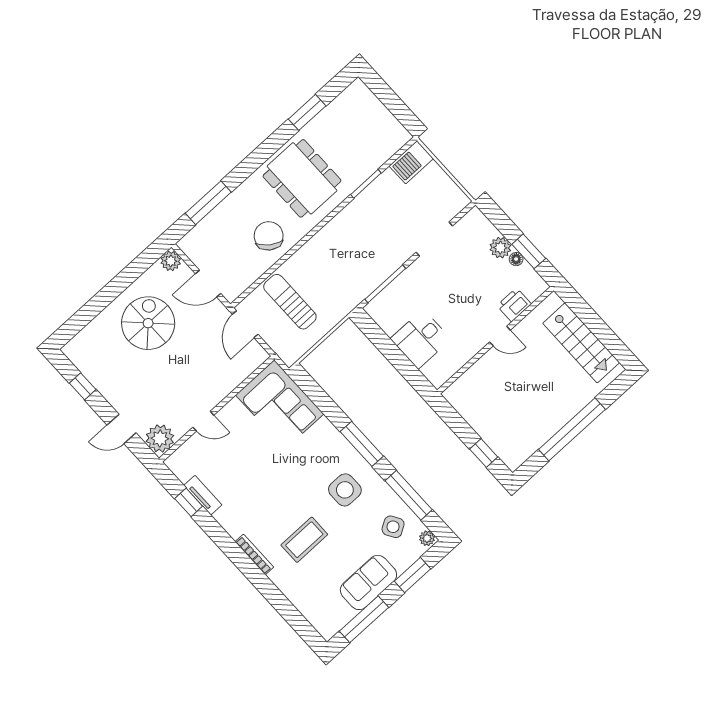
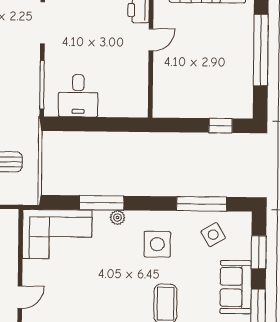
desk: (421, 339) -> (78, 96), moved
window: (362, 444) -> (102, 203), moved
plant: (427, 538) -> (117, 217), moved

